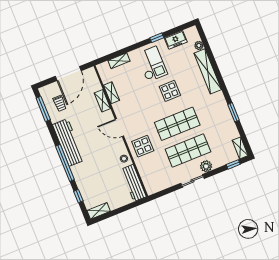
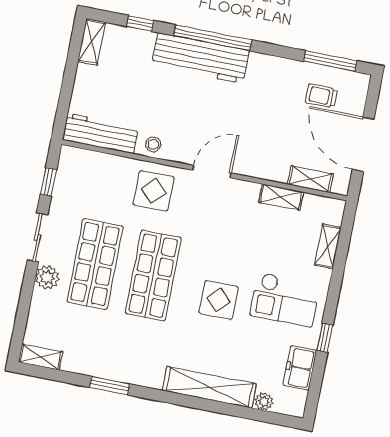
shelving: (102, 101) -> (310, 179), moved
workbench: (68, 142) -> (200, 58), moved
window: (233, 164) -> (48, 182), moved

